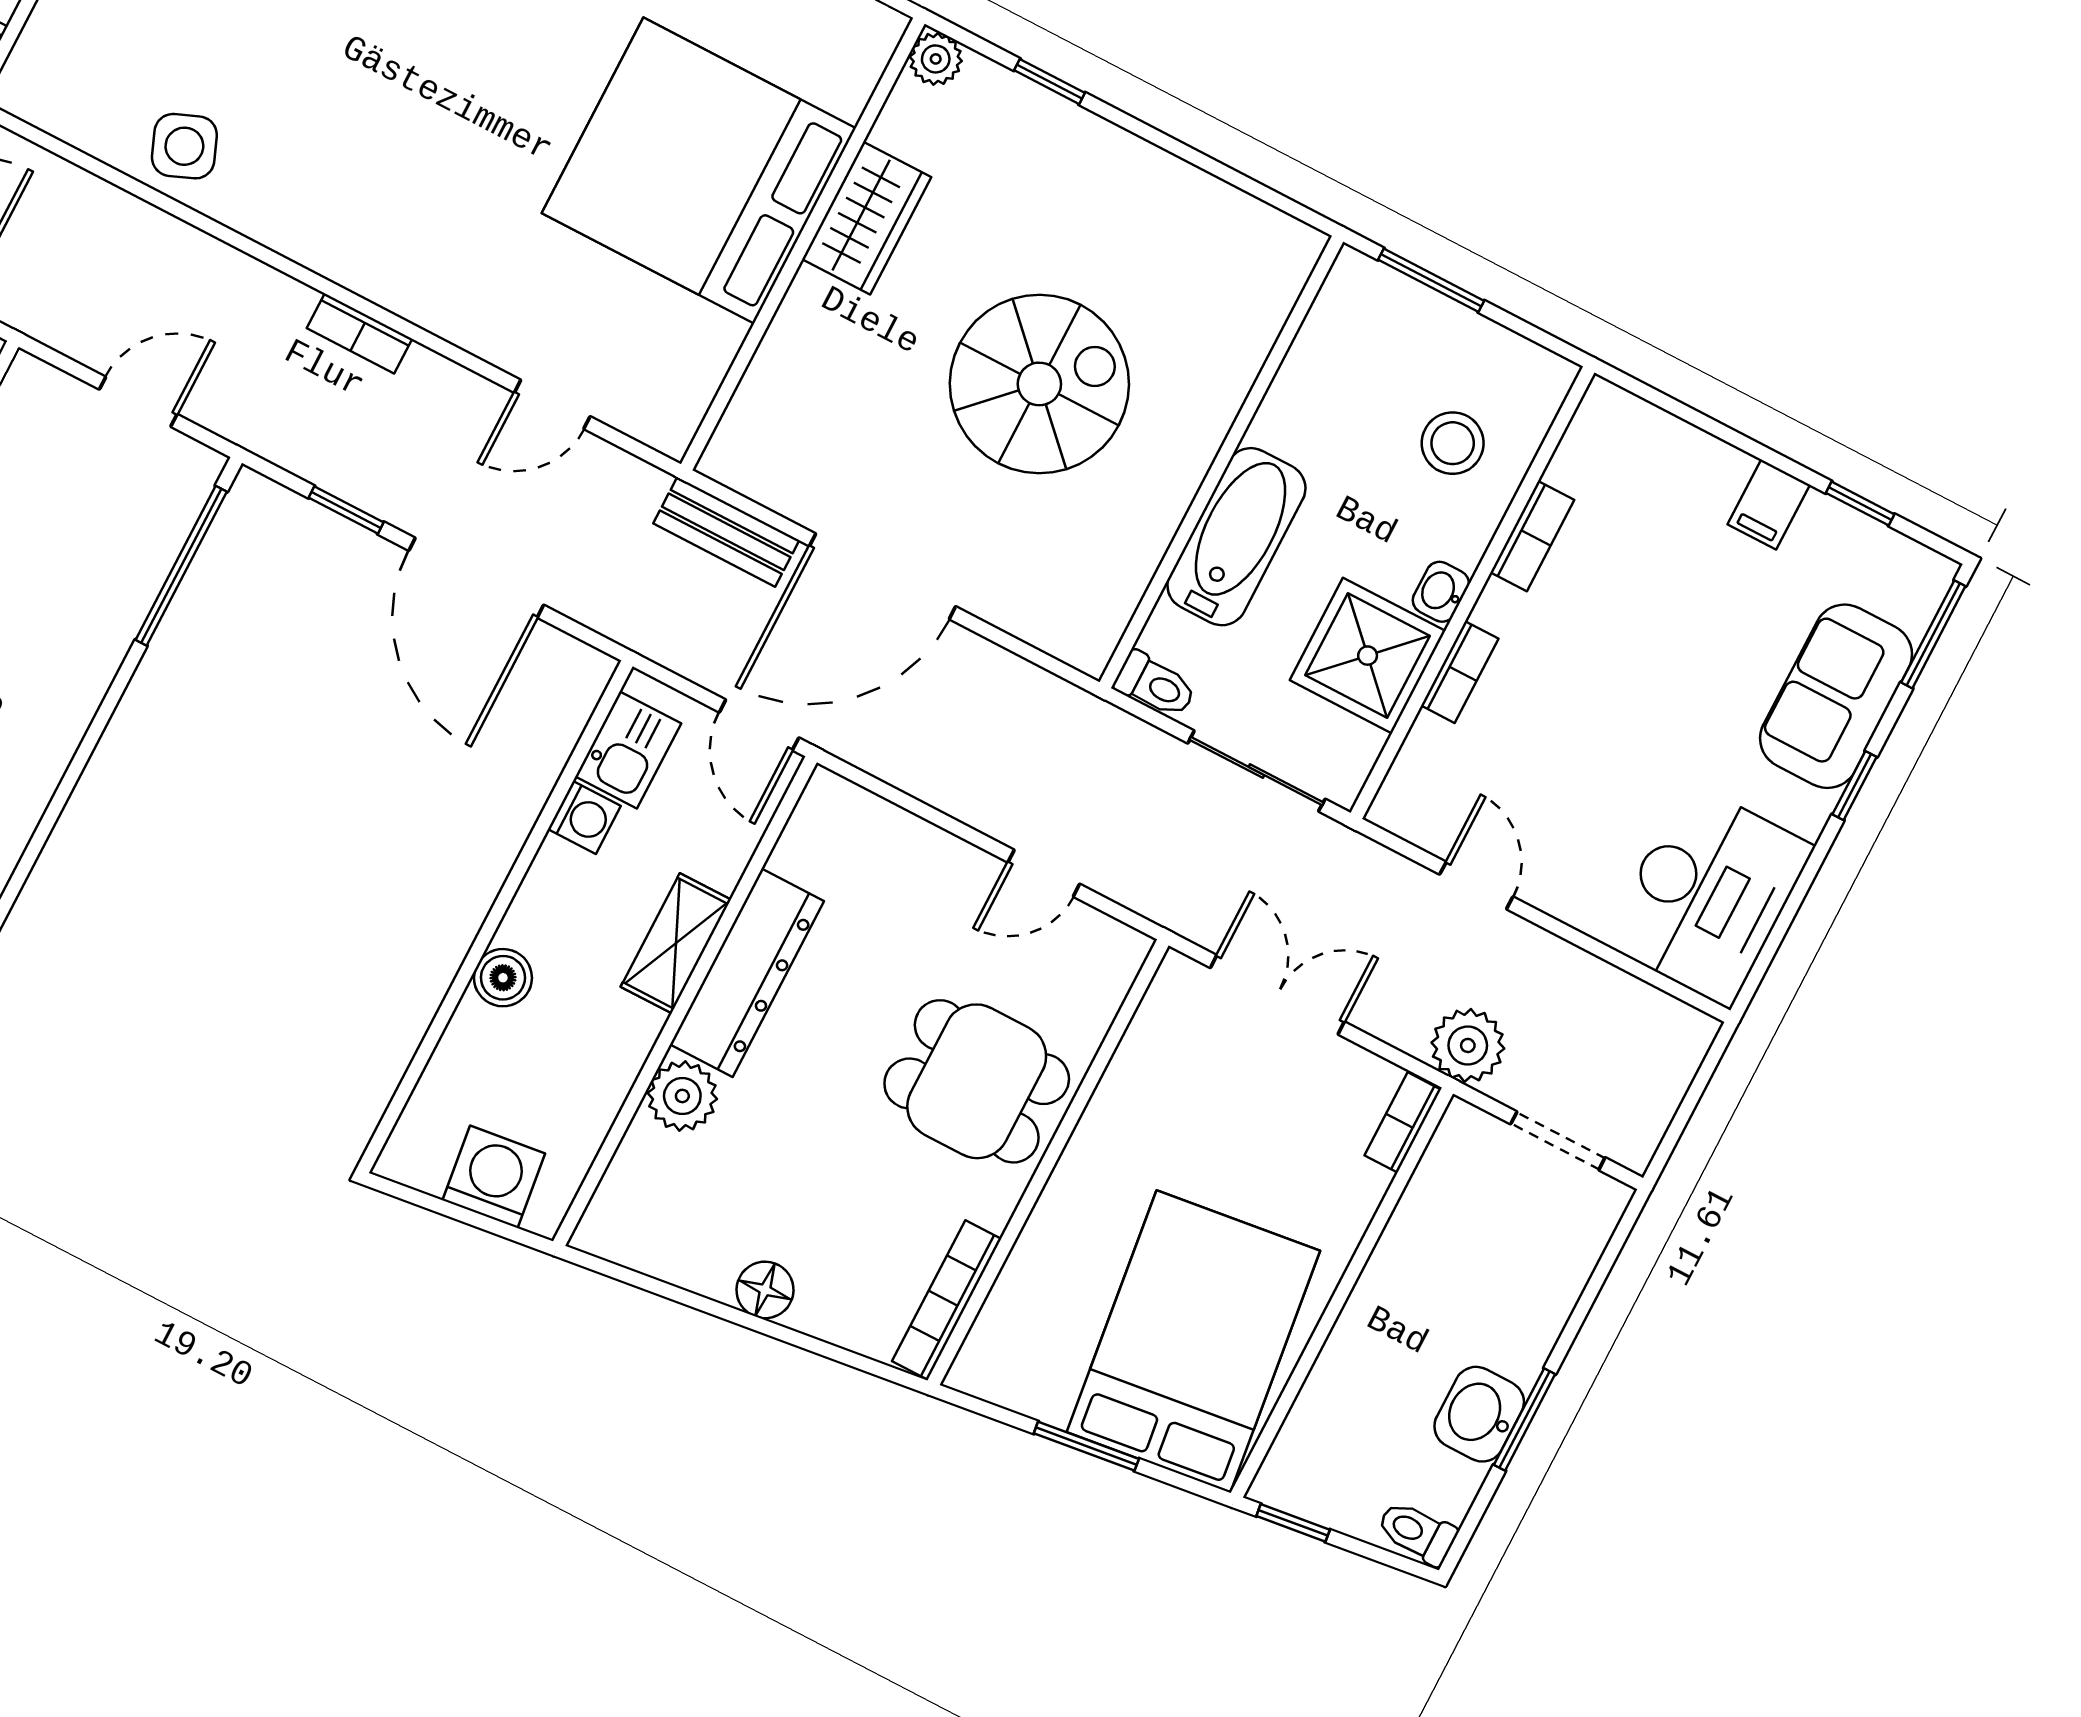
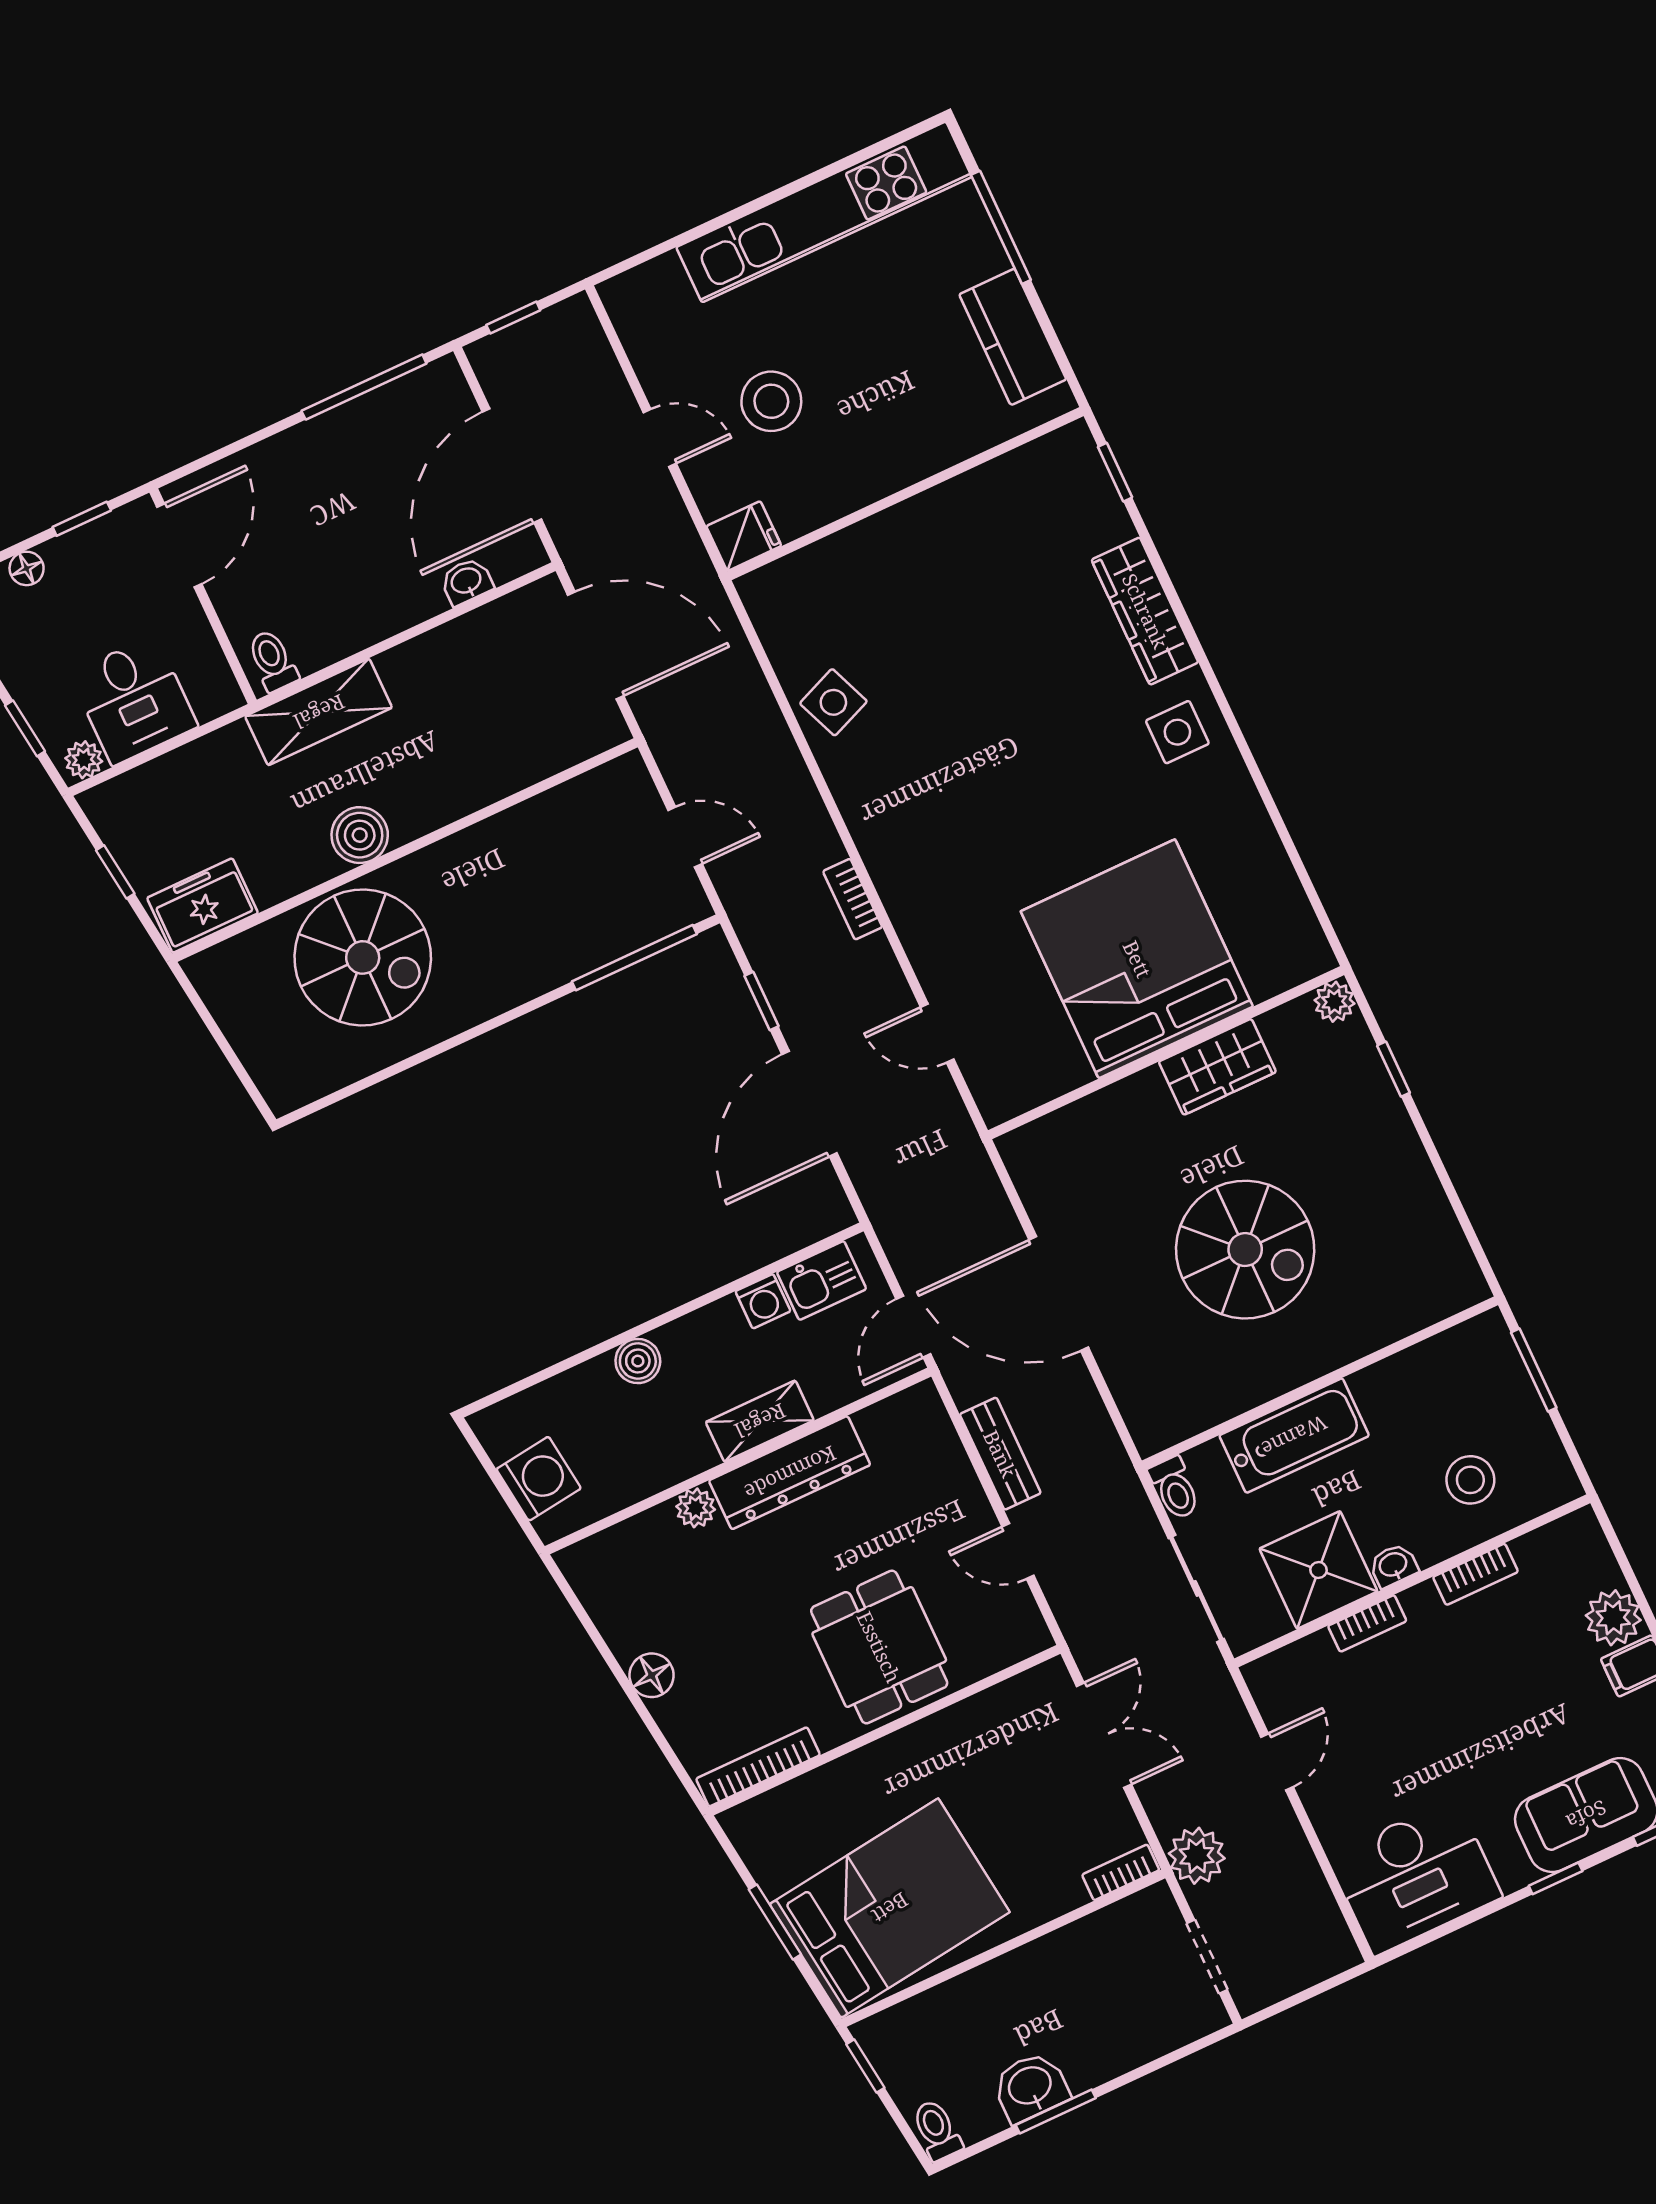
plant: (1708, 472) -> (1613, 1618), added
bench: (726, 532) -> (1000, 1454), moved
plant: (682, 1096) -> (696, 1508), width x0.73, depth x0.73

